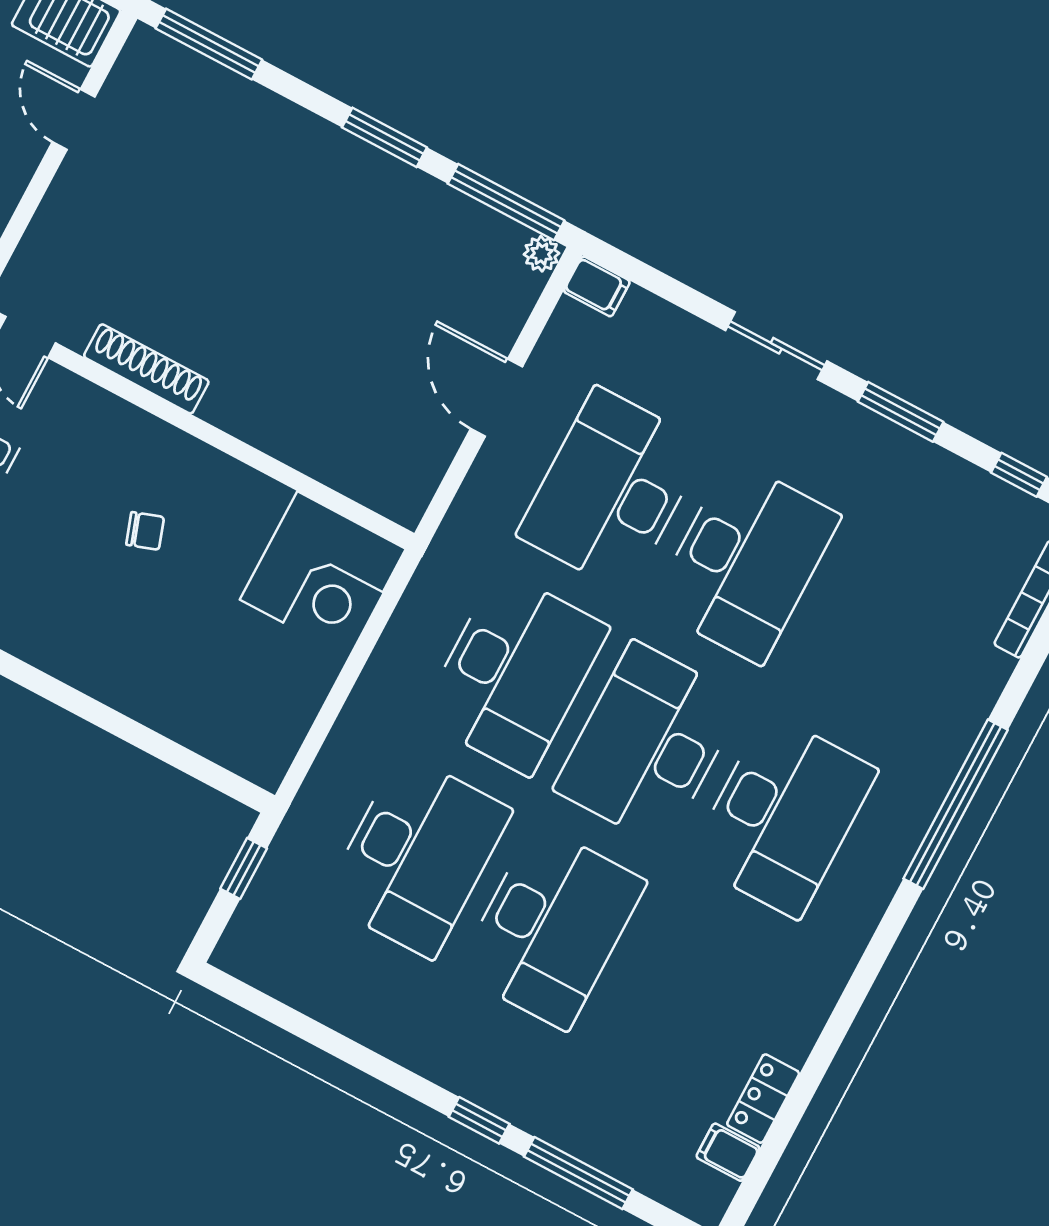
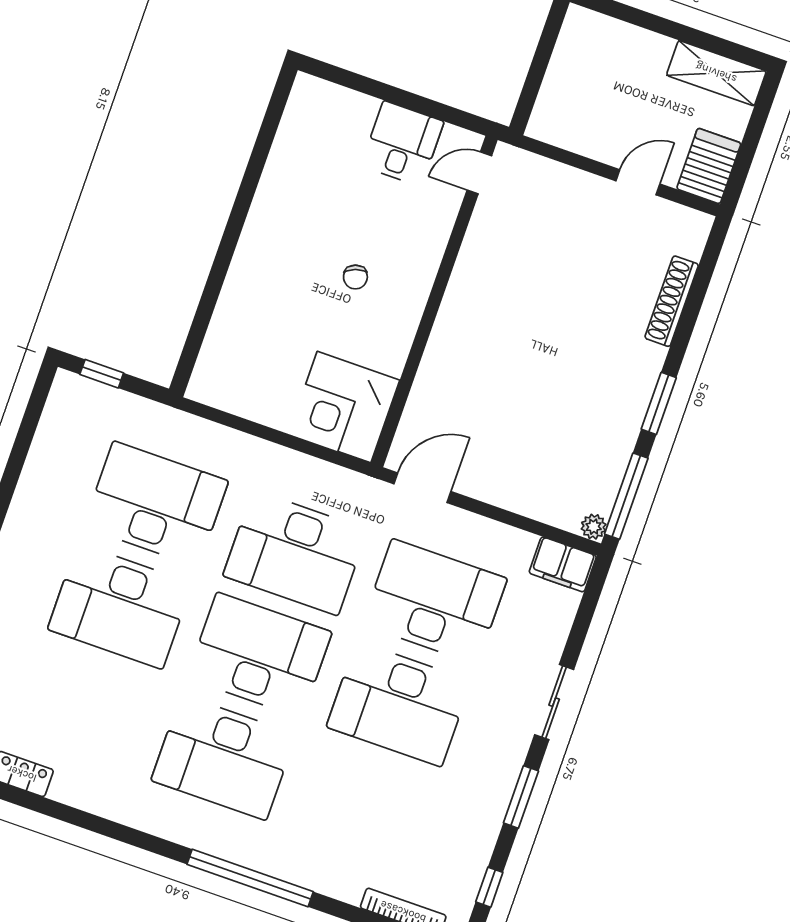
window: (209, 44) -> (706, 270), removed
filing cabinet: (597, 286) -> (563, 564), width x2.00
shoe rack: (146, 369) -> (672, 301), moved, turned 180
door: (496, 398) -> (422, 488), moved
desk: (417, 856) -> (156, 504), turned 180
window: (244, 868) -> (102, 374), moved

